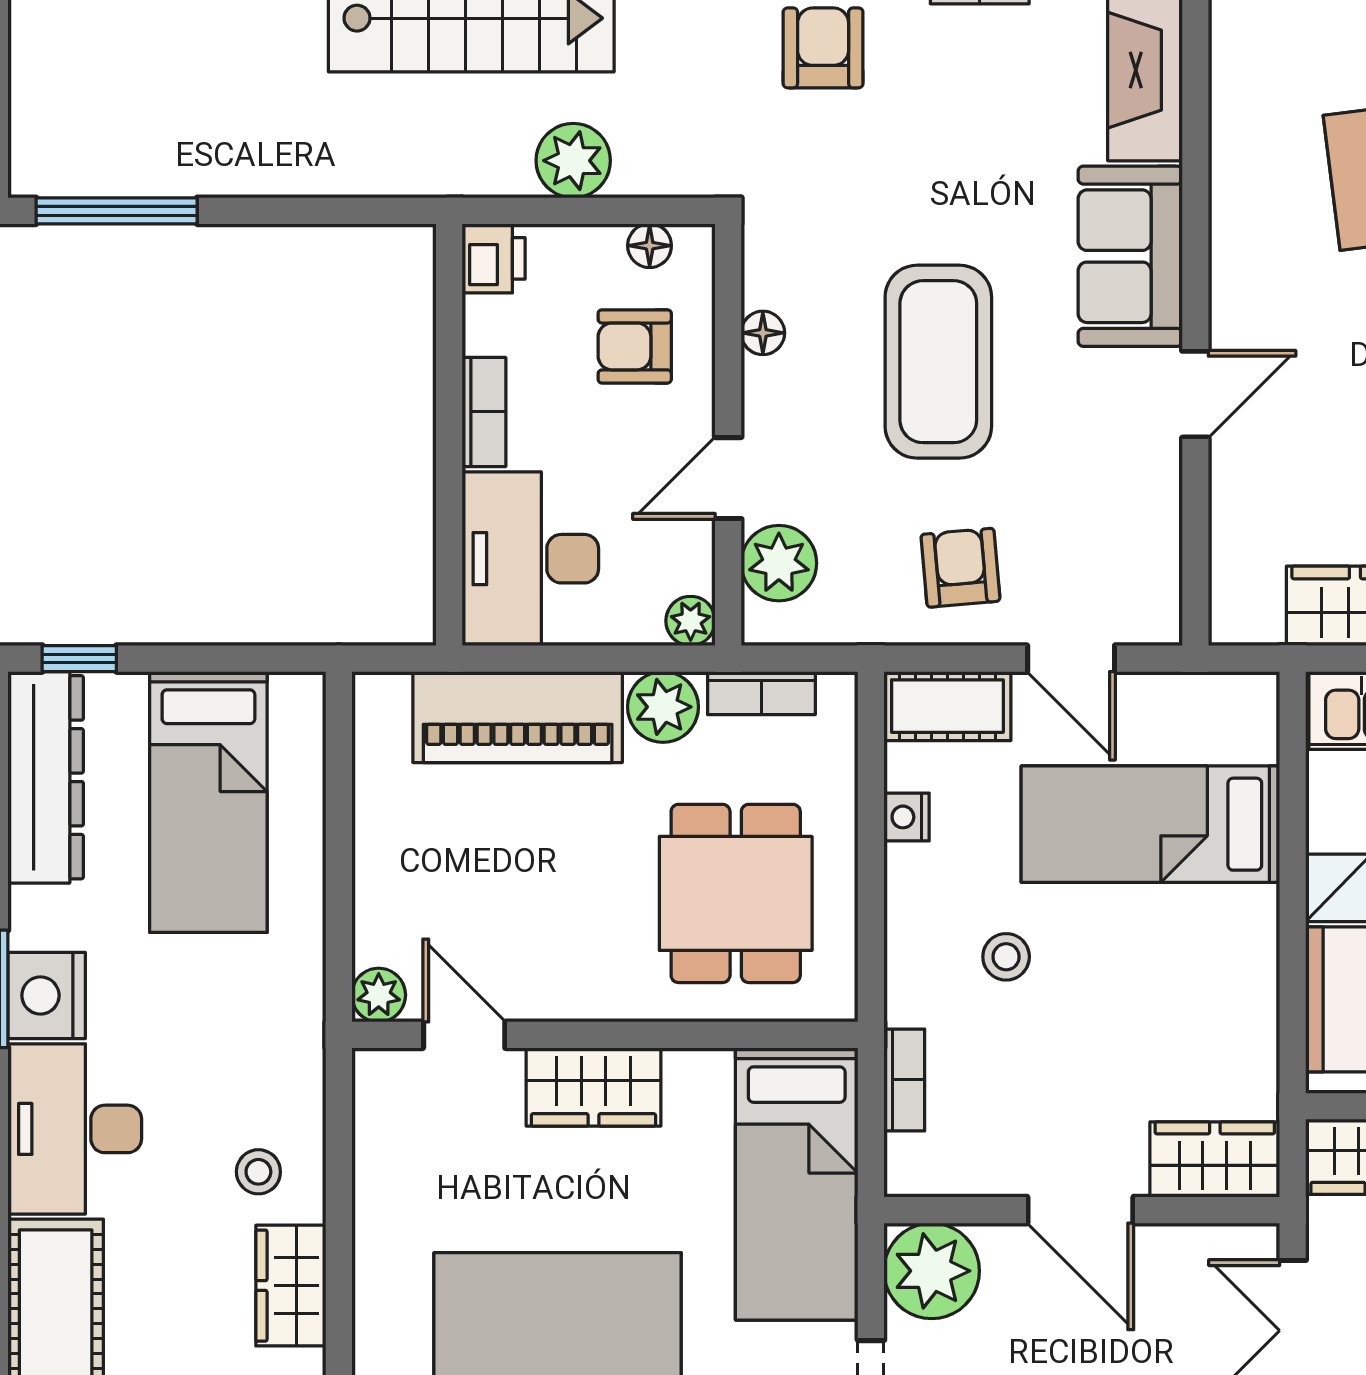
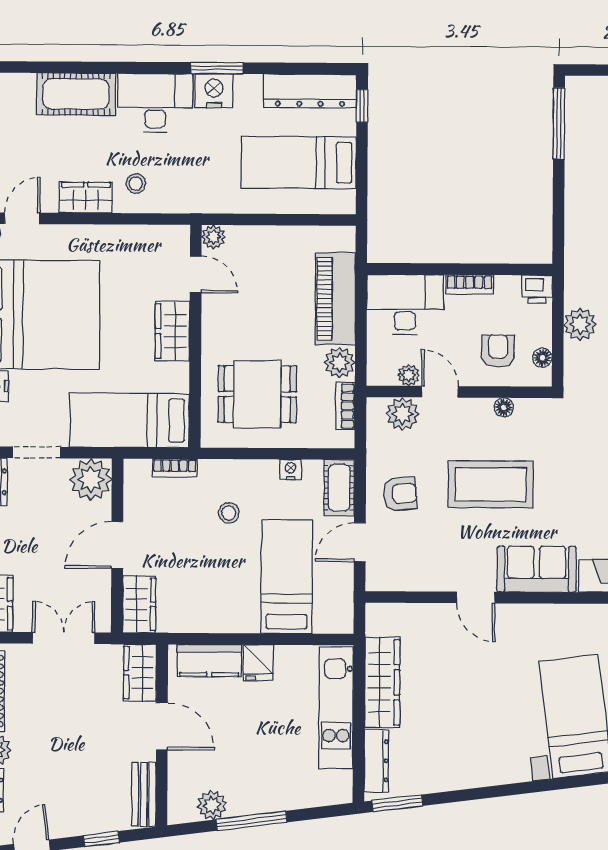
plant: (691, 621) -> (409, 375), moved
door: (464, 1035) -> (196, 274), hinge flipped

